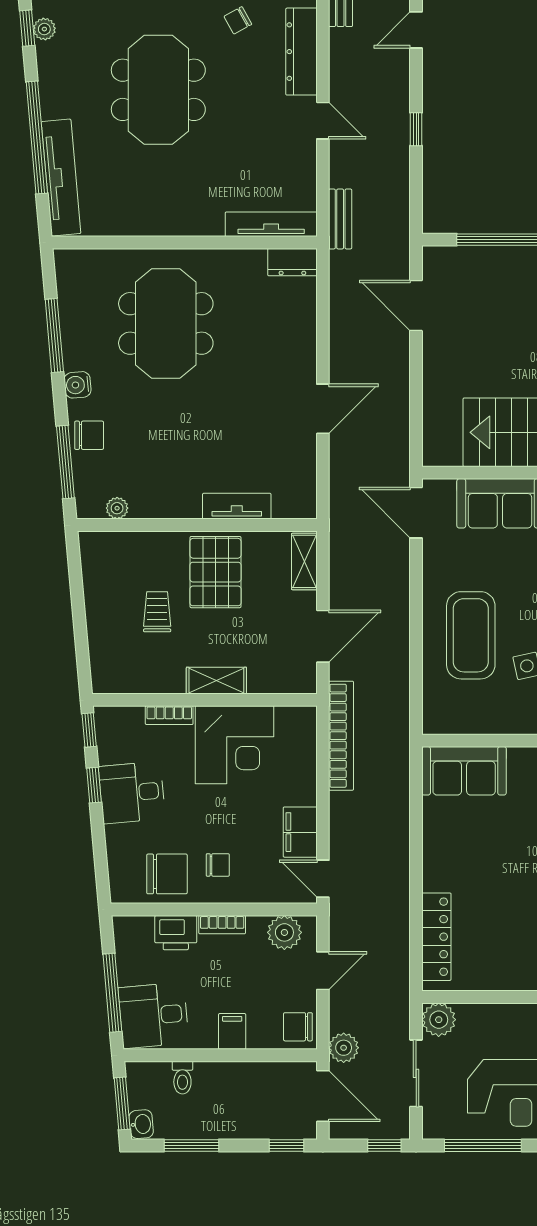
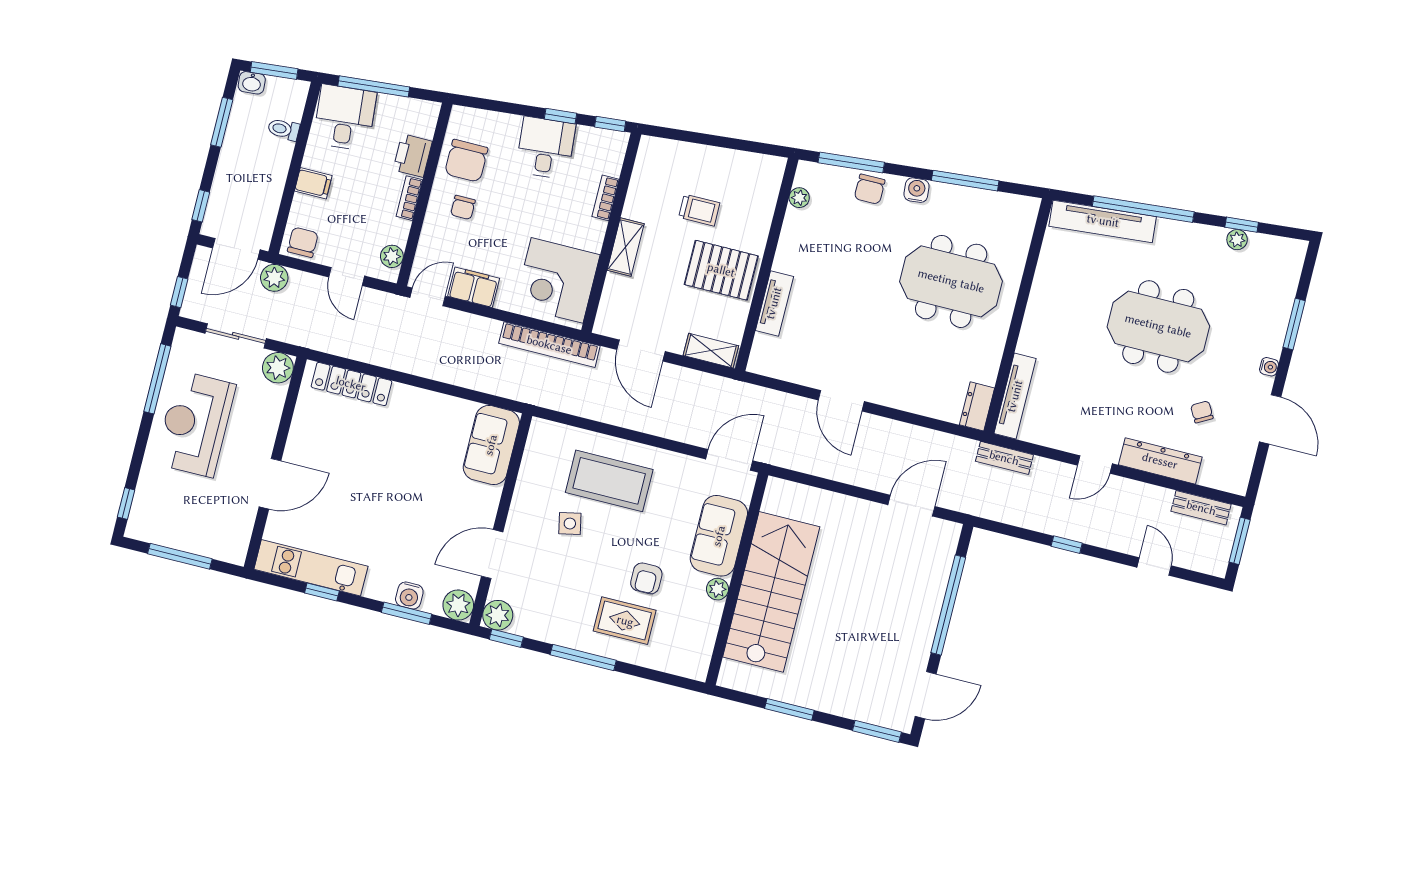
corner desk: (234, 745) -> (557, 280), moved
plant: (284, 932) -> (392, 256), width x0.73, depth x0.73

